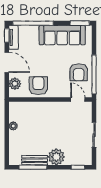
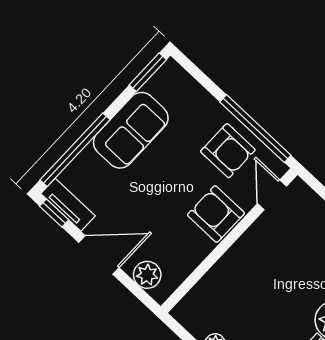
sofa: (62, 35) -> (131, 130), width x0.73
armchair: (38, 86) -> (216, 214), moved
door: (78, 100) -> (272, 195), hinge flipped

